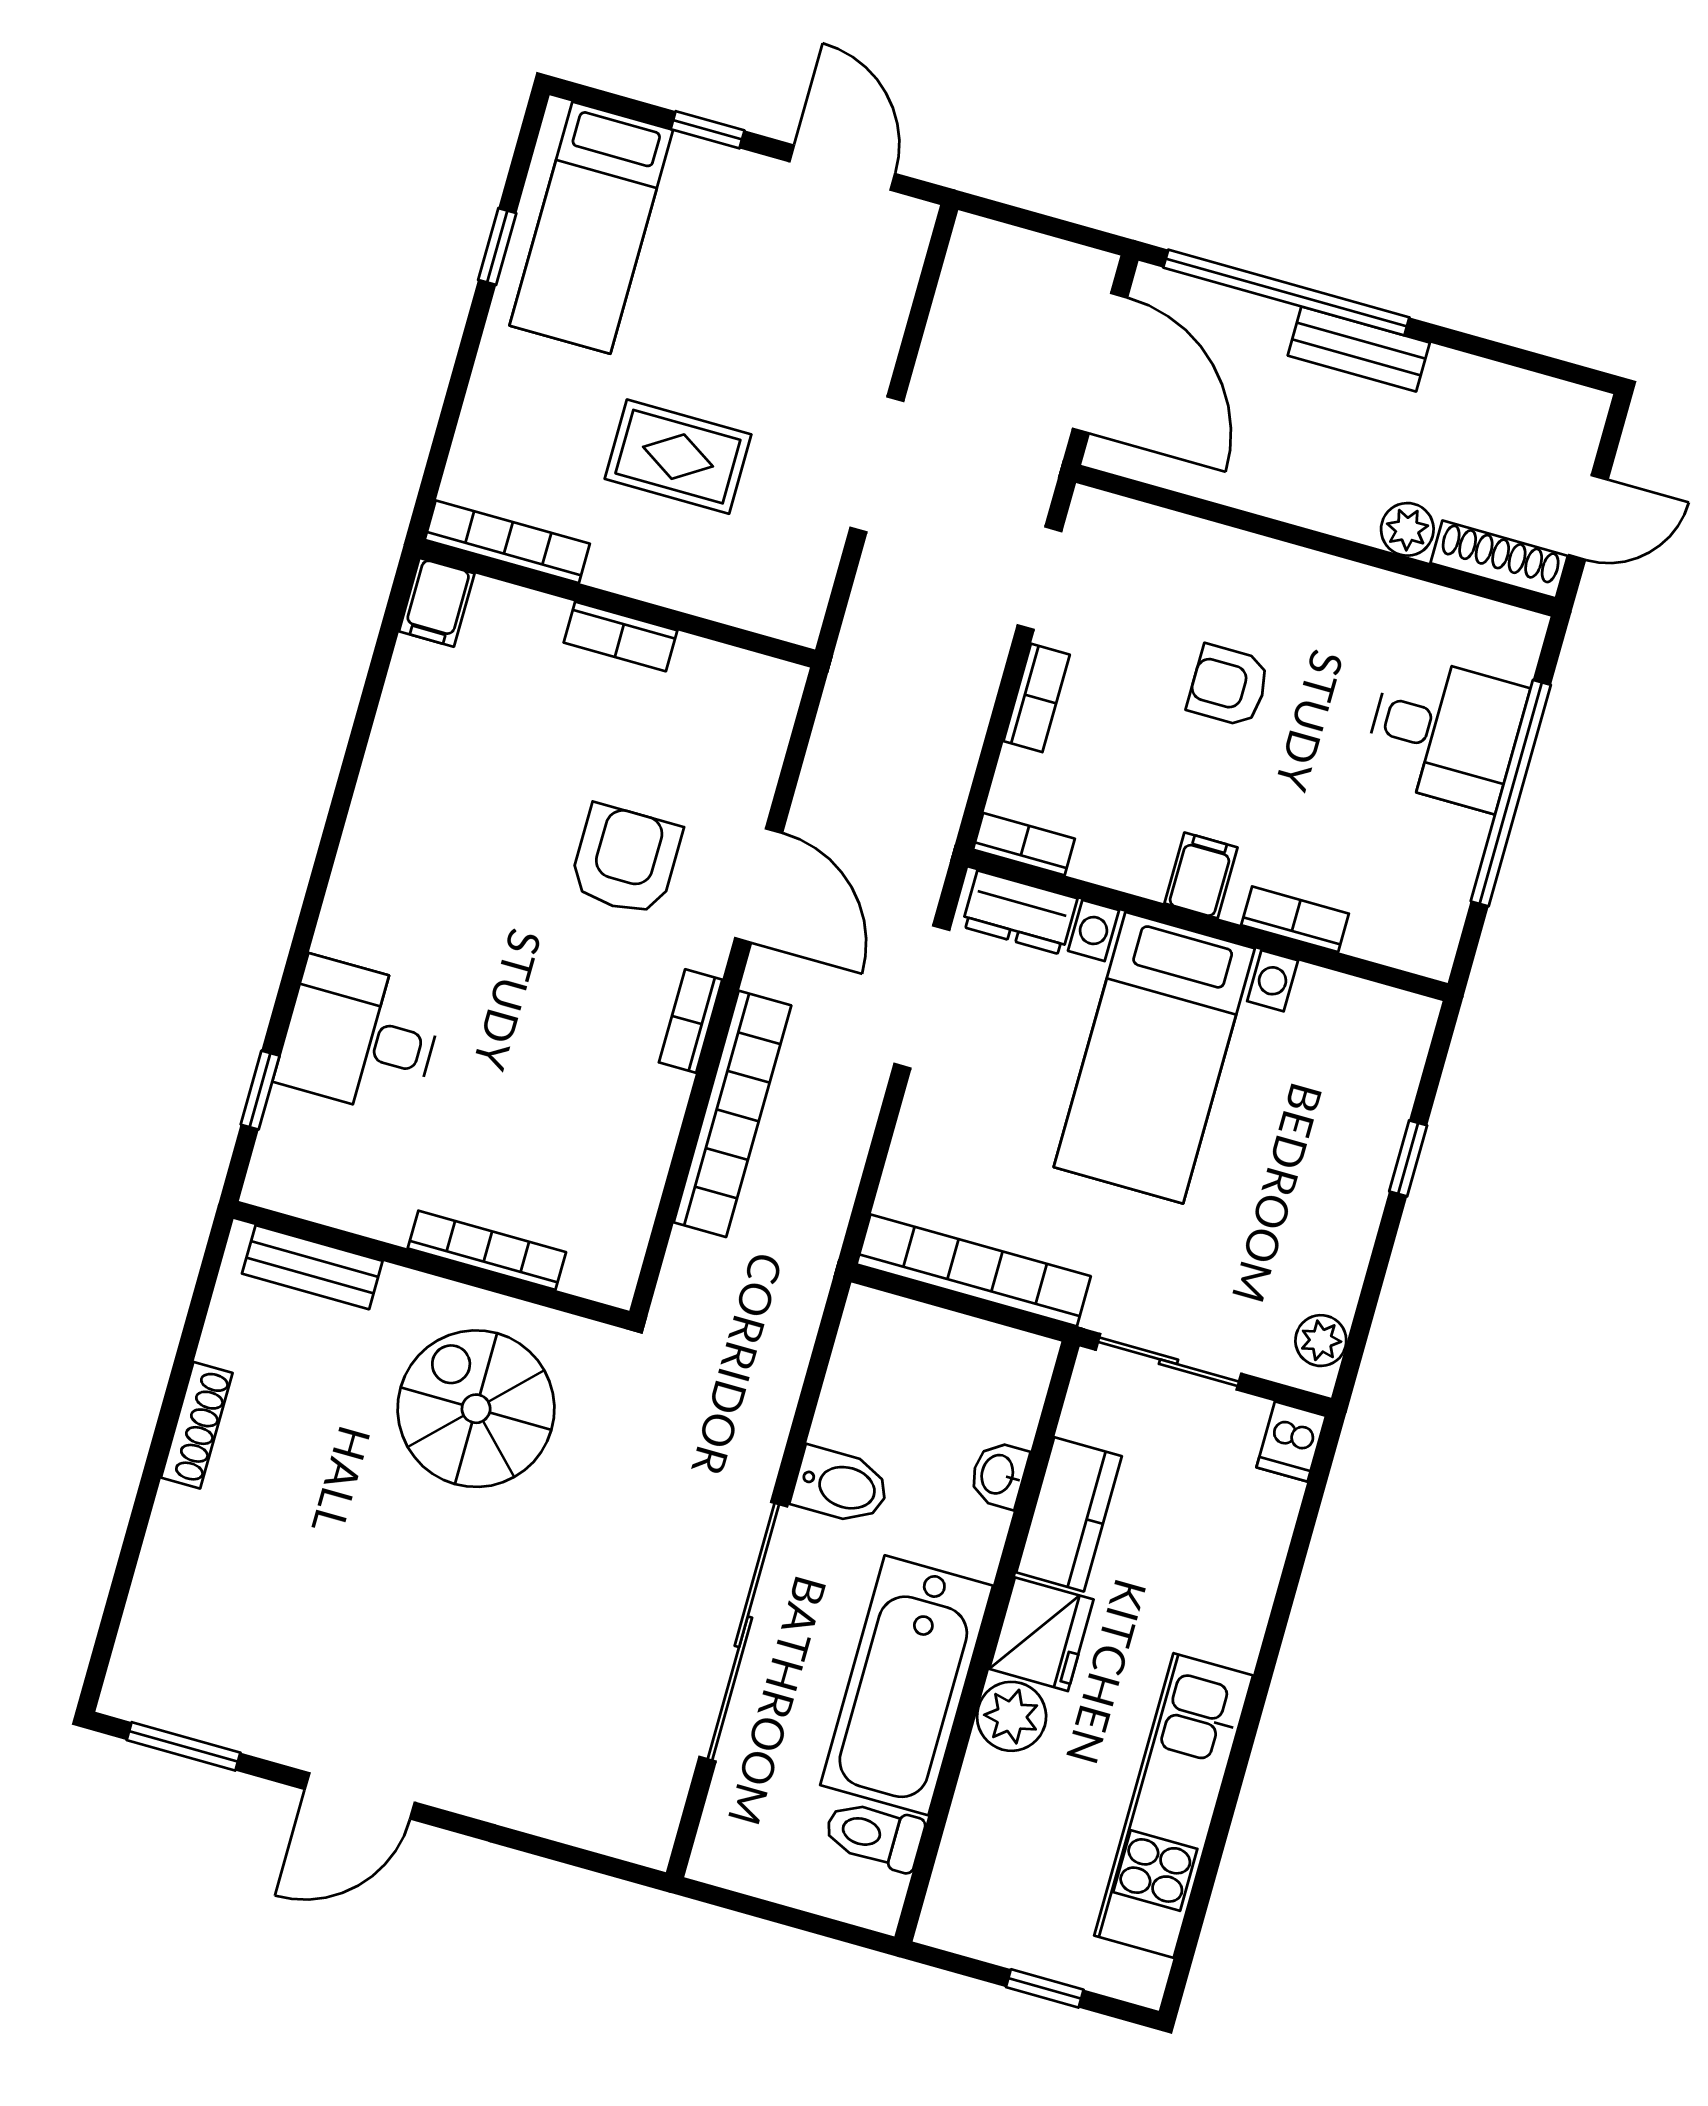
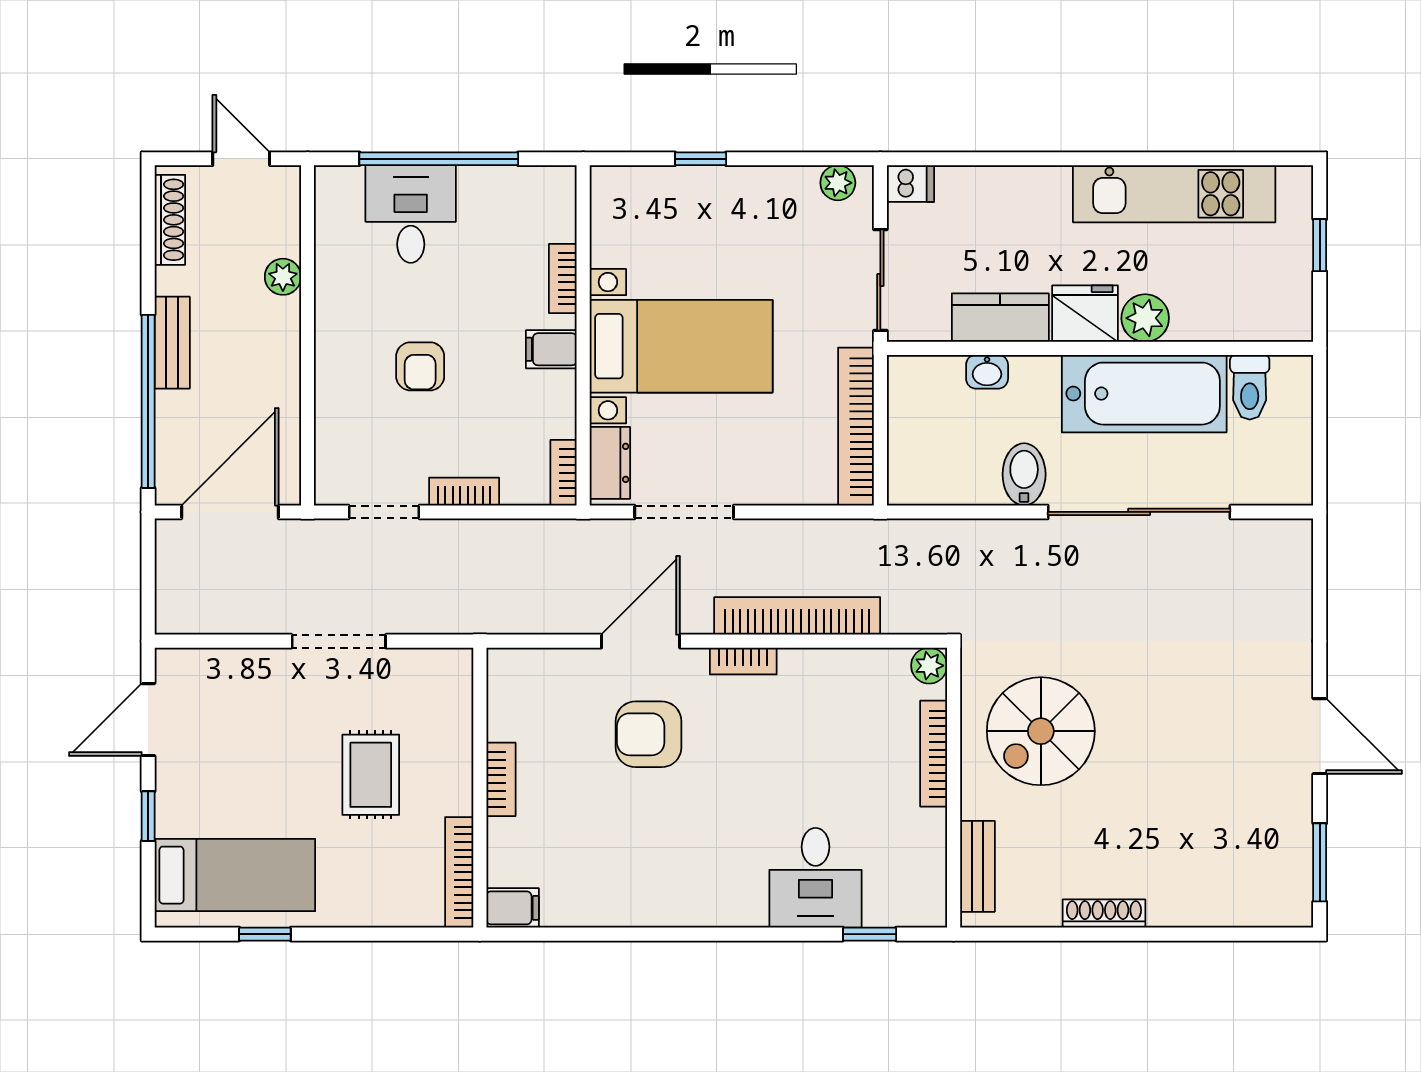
shoe rack: (1499, 559) -> (170, 220), moved, turned 180
plant: (611, 1279) -> (929, 666), added

